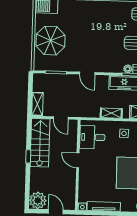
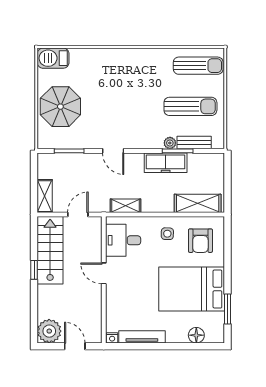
shelving: (111, 113) -> (125, 206), moved
door: (61, 118) -> (78, 215), swing flipped

